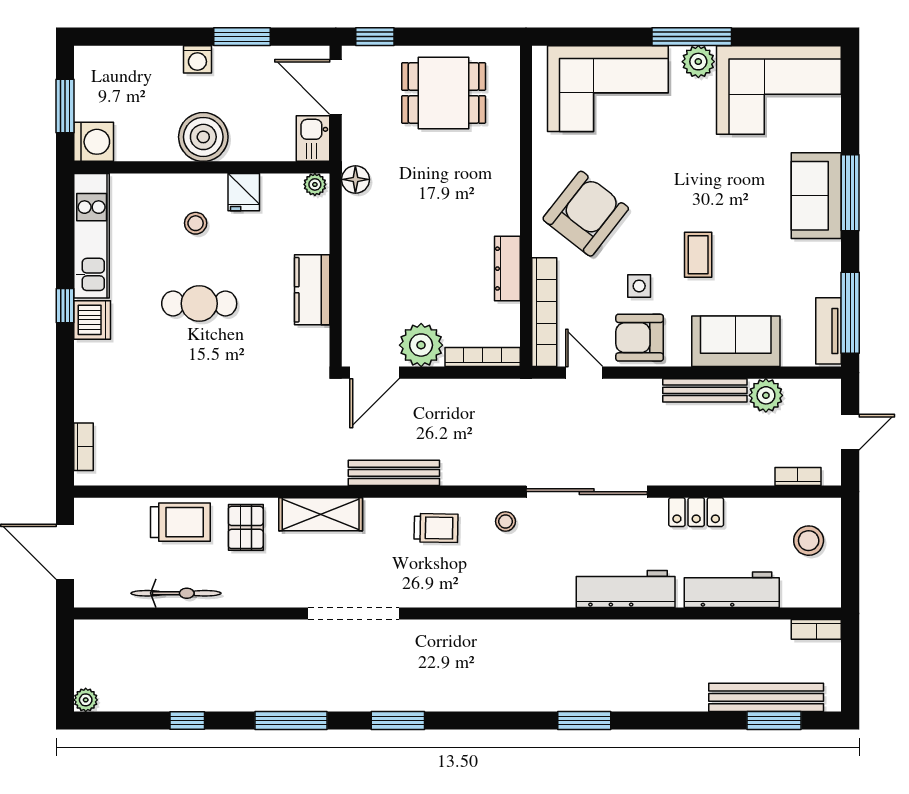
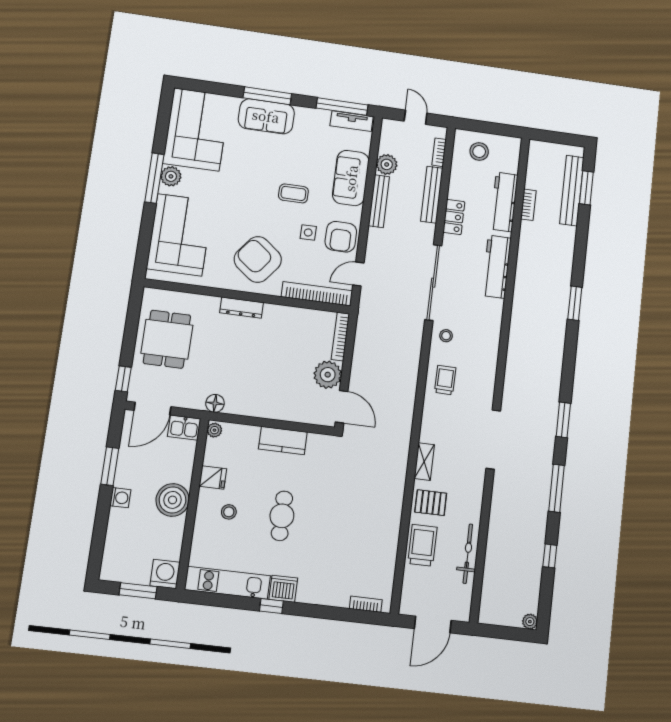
dresser: (507, 269) -> (242, 308), moved
bench: (394, 473) -> (432, 195), moved
shelving: (321, 514) -> (424, 462), width x0.67, depth x0.75
bookcase: (816, 629) -> (528, 205), moved

